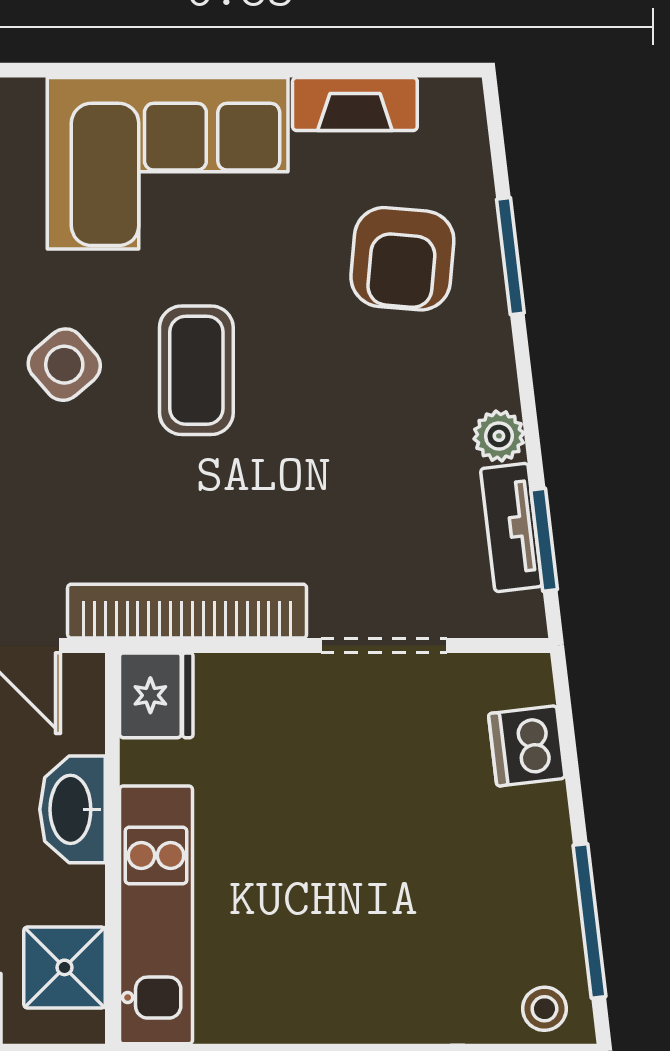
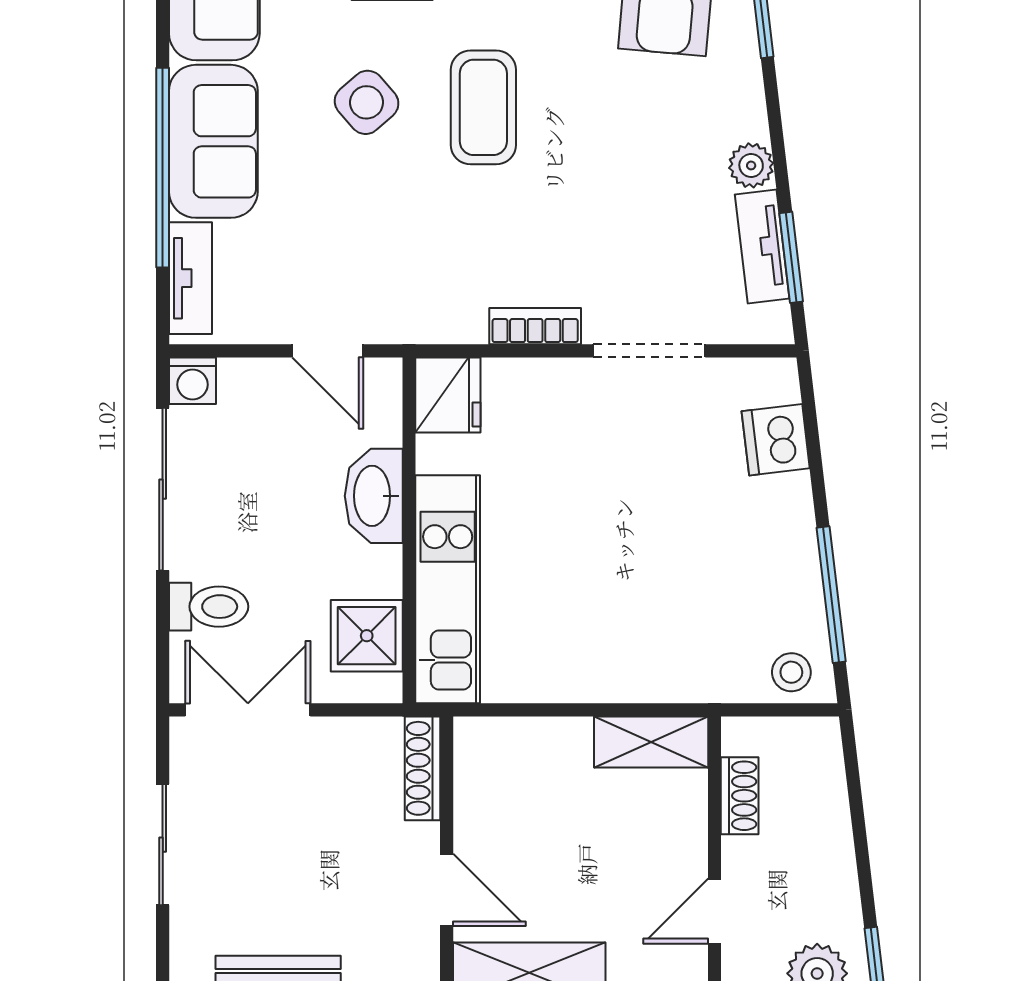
bookcase: (187, 611) -> (535, 326), width x0.43, depth x0.76

